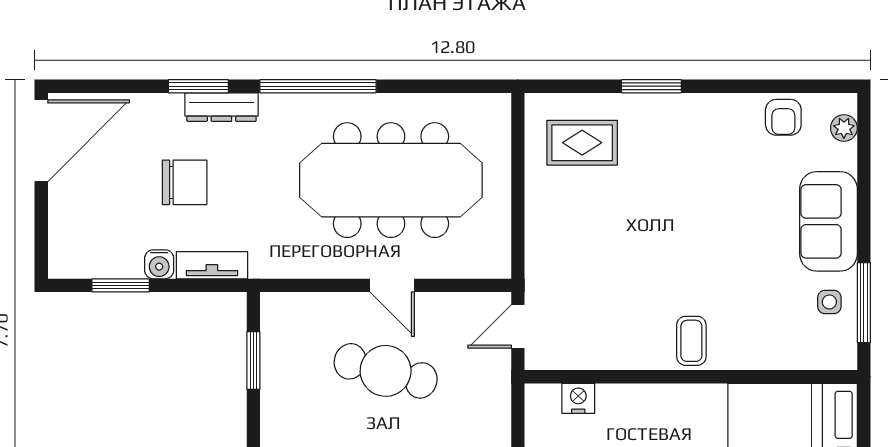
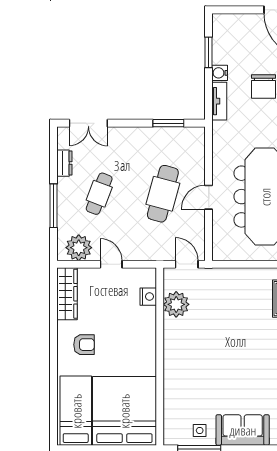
coffee table: (691, 341) -> (179, 357), removed
plant: (593, 346) -> (176, 304), added

